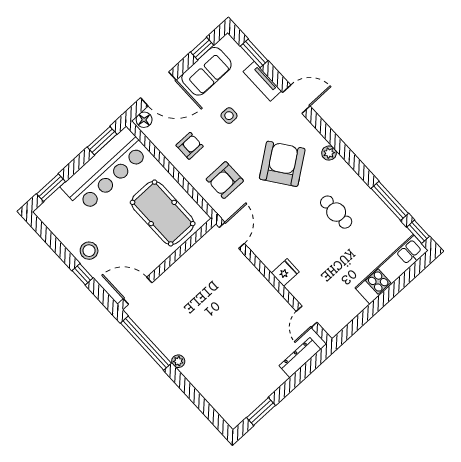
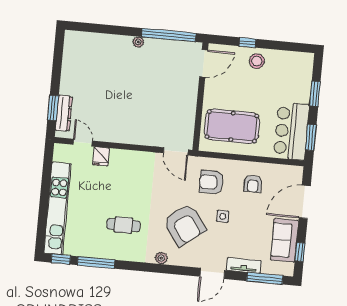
window: (254, 53) -> (265, 278), width x1.44
side table: (229, 116) -> (223, 216), moved
floor lamp: (144, 120) -> (296, 174), removed
bar counter: (105, 170) -> (291, 131), width x0.73
armchair: (225, 180) -> (211, 182), turned -90
window: (51, 188) -> (315, 94), moved
kitchen unit: (392, 269) -> (57, 208), width x1.36
fridge: (285, 272) -> (101, 156), moved
window: (261, 412) -> (53, 108), moved

